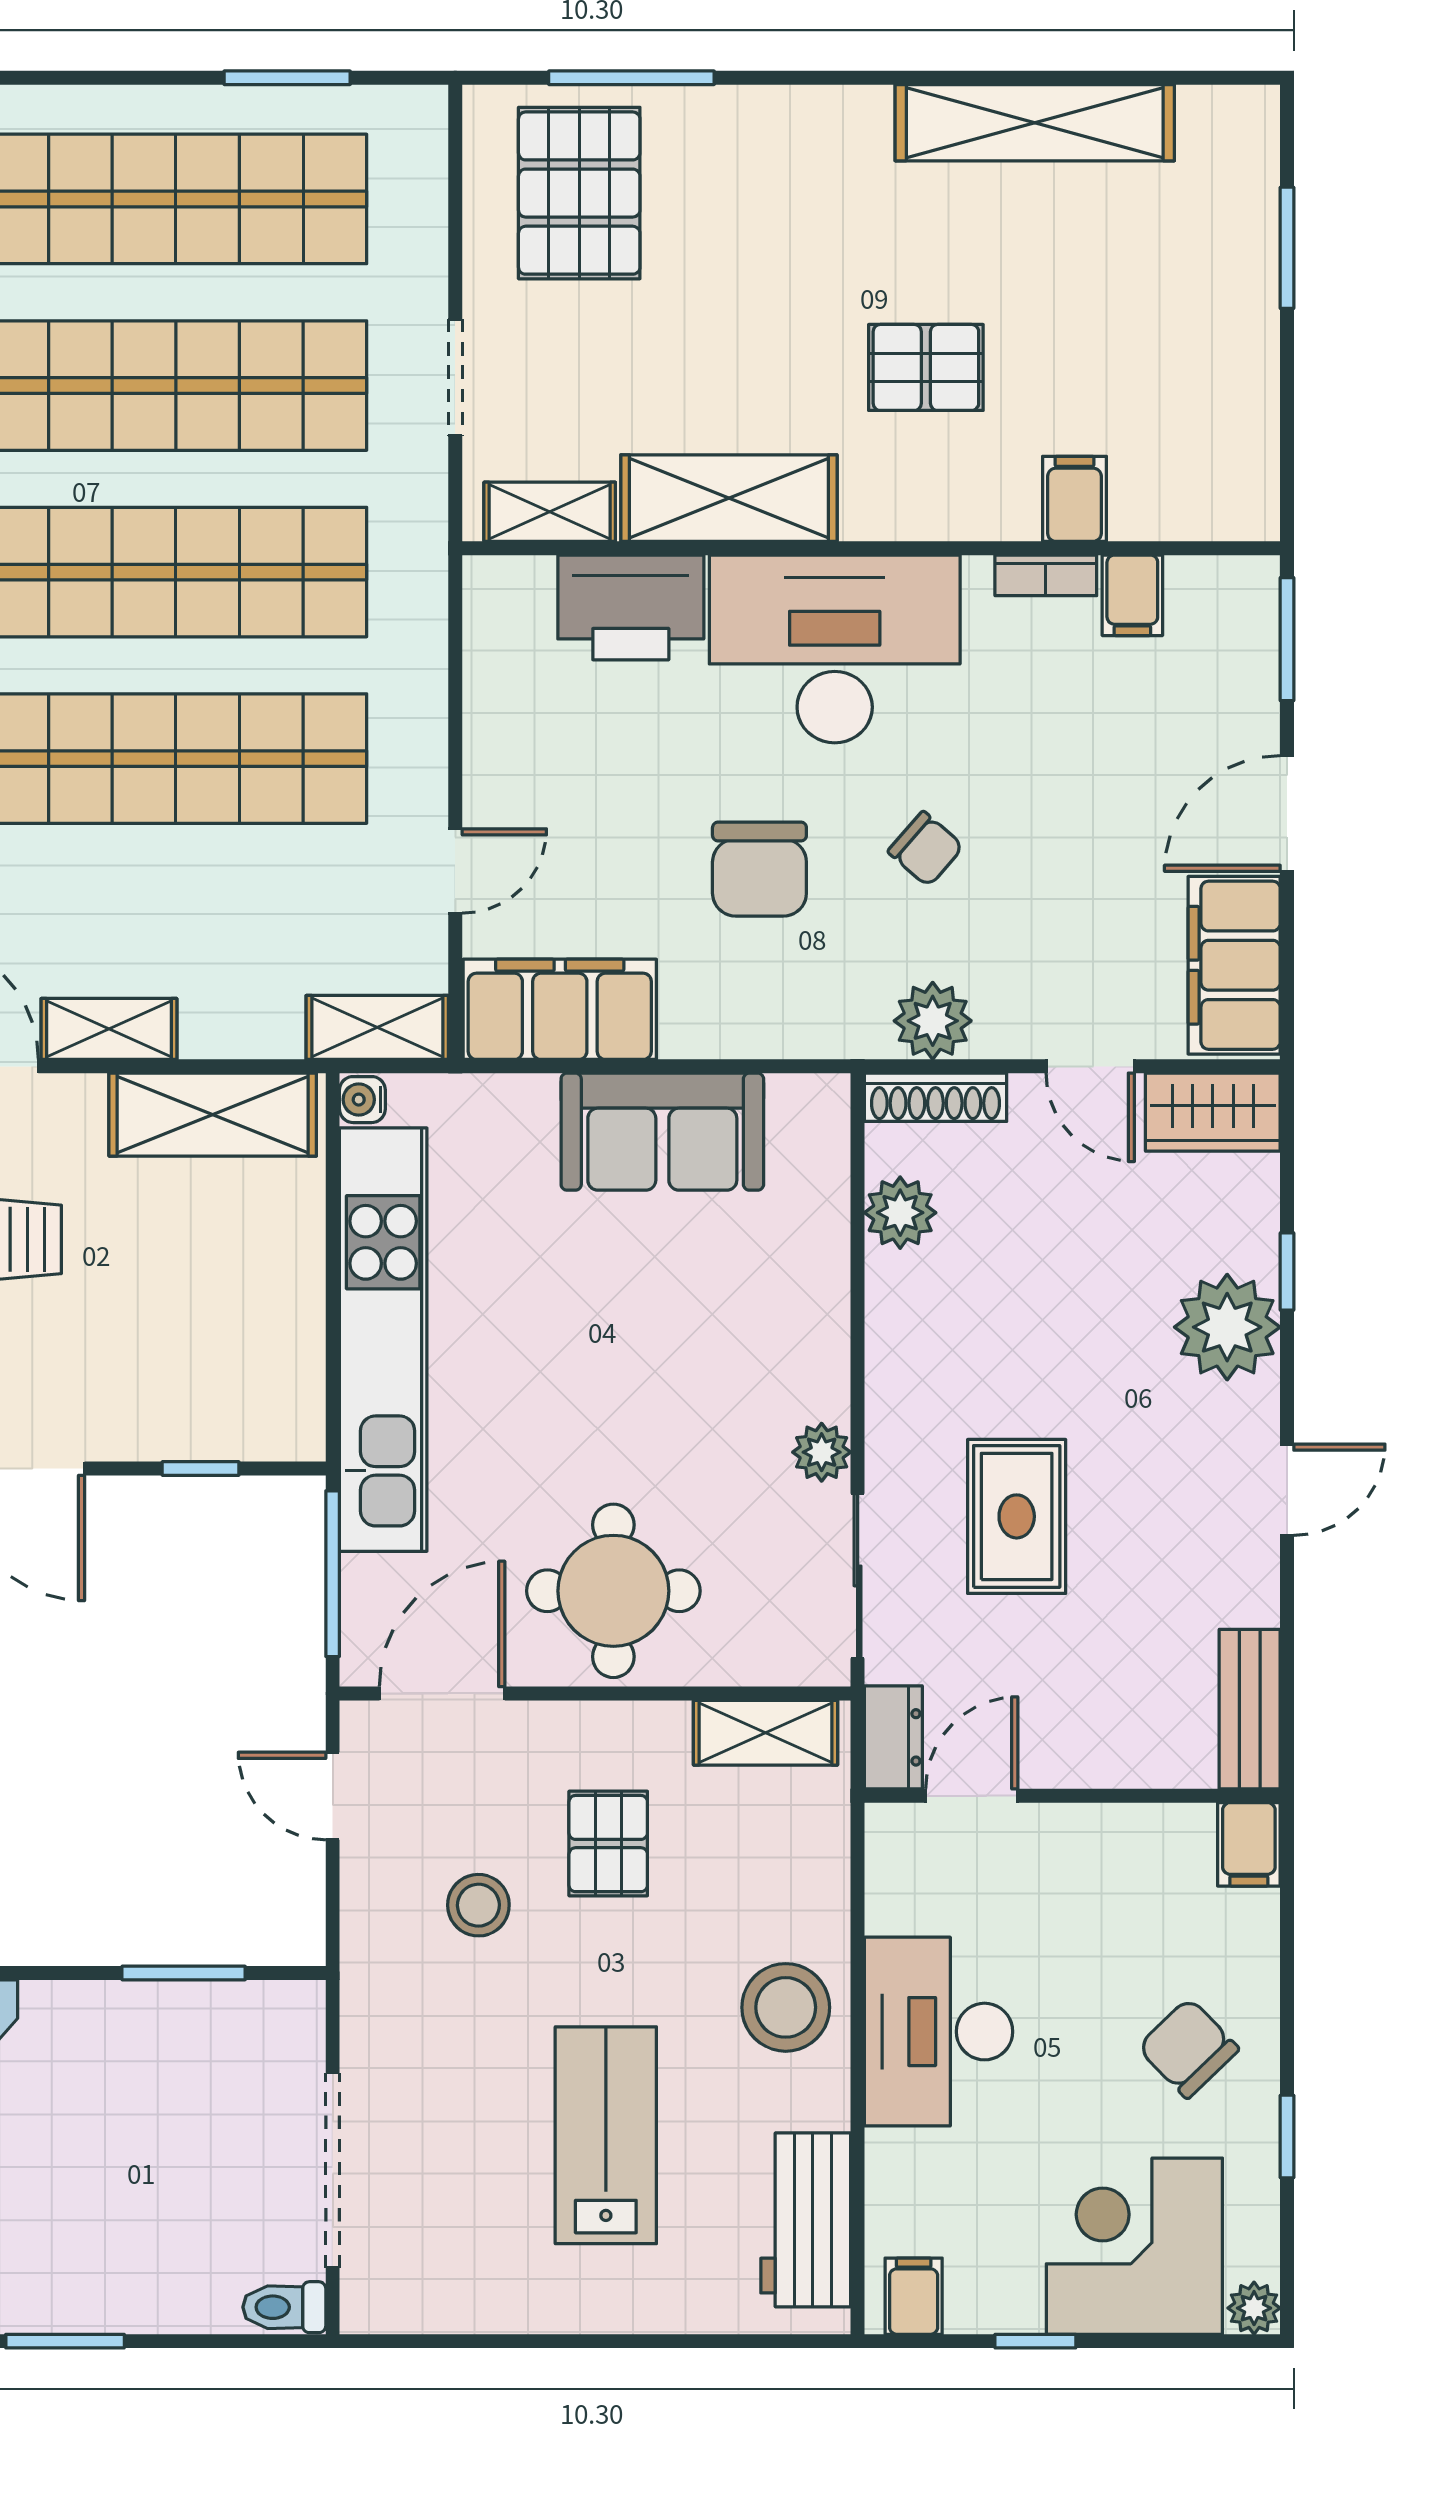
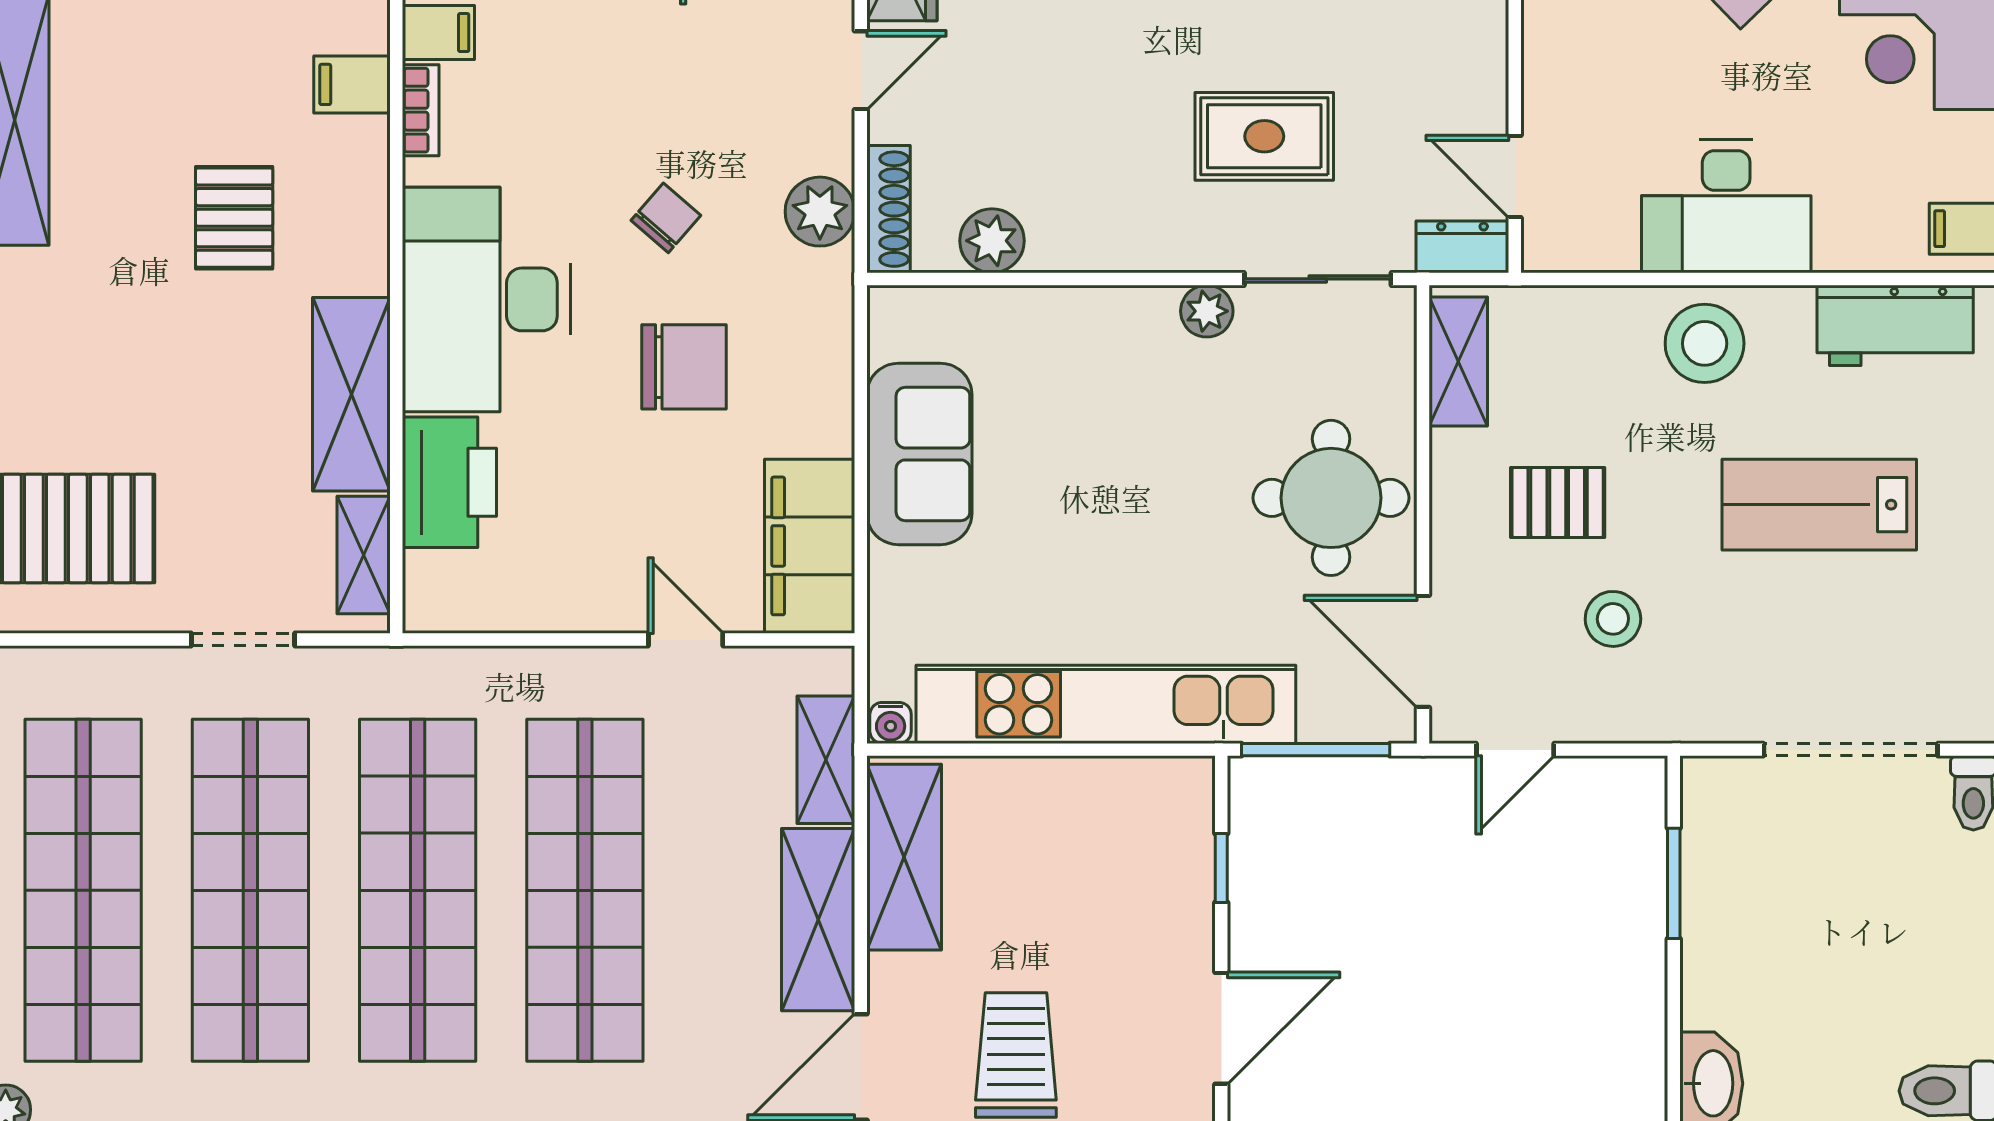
shelving: (377, 1027) -> (826, 760), moved
shelving: (109, 1029) -> (818, 920), width x1.50, depth x1.33

